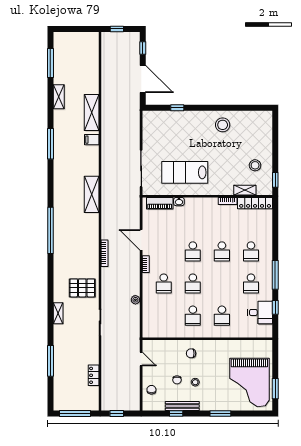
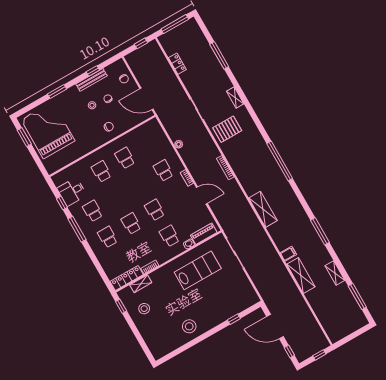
school desk: (193, 284) -> (169, 236), moved
door: (141, 359) -> (147, 99), width x1.88

